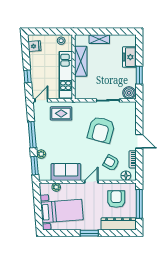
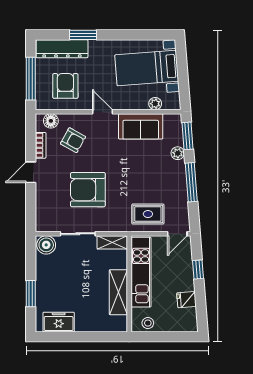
shelving: (99, 39) -> (112, 242), moved
fridge: (34, 46) -> (186, 300), moved
freezer: (129, 57) -> (59, 322), moved, turned -90
window: (139, 75) -> (31, 294), moved
armchair: (101, 130) -> (88, 190), turned -105
door: (139, 141) -> (31, 172), hinge flipped
door: (91, 182) -> (103, 112), swing flipped
armchair: (116, 199) -> (65, 86), turned 180
window: (89, 233) -> (83, 35), moved

